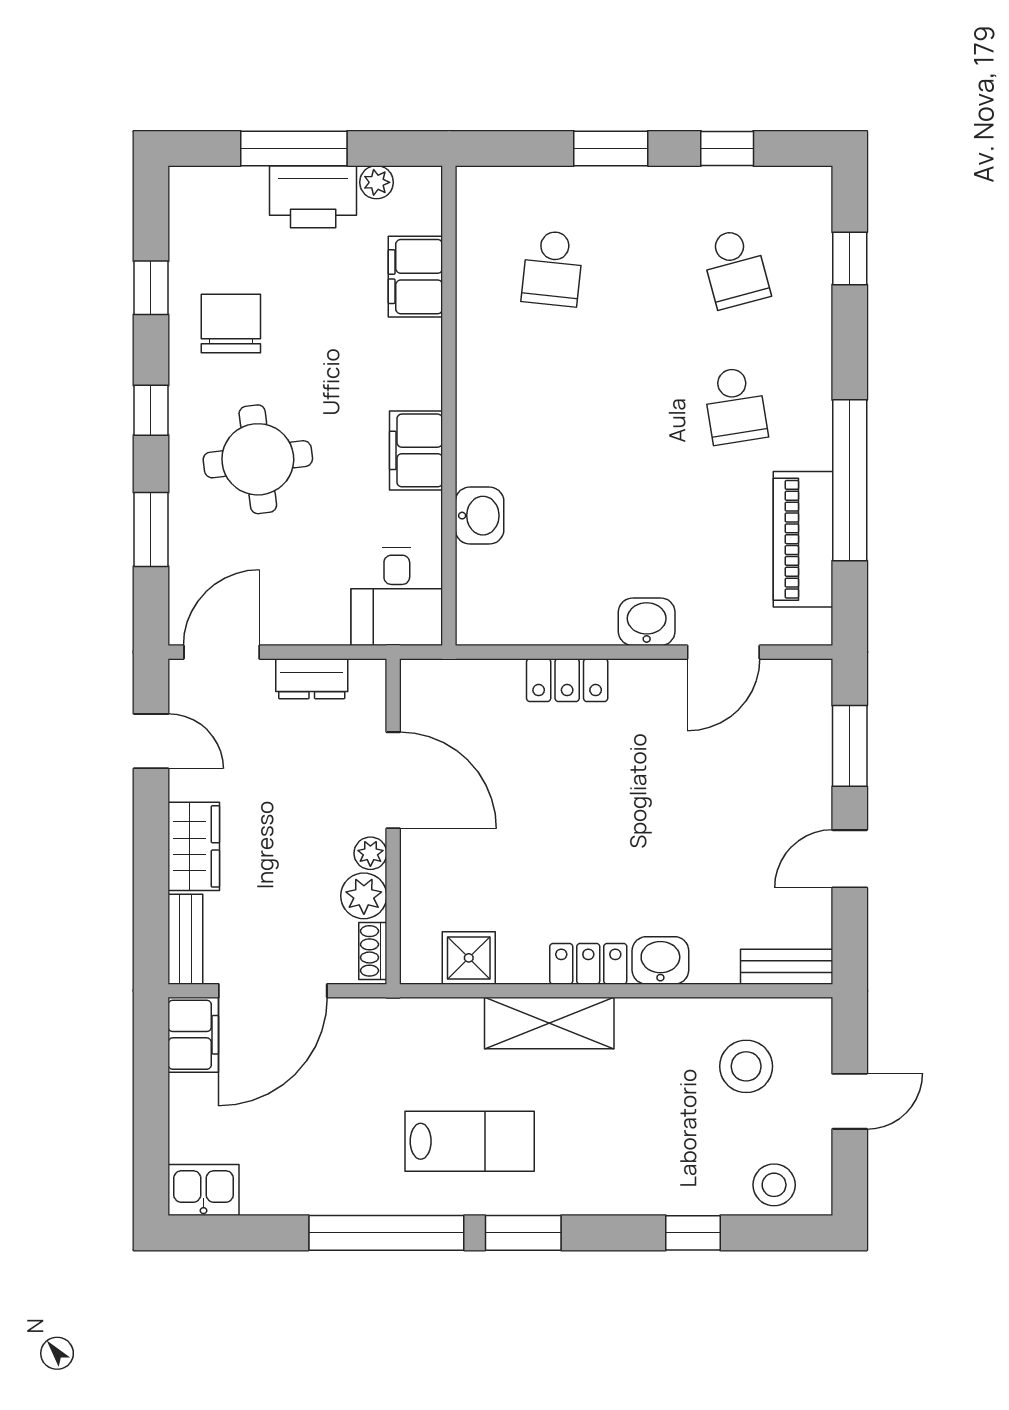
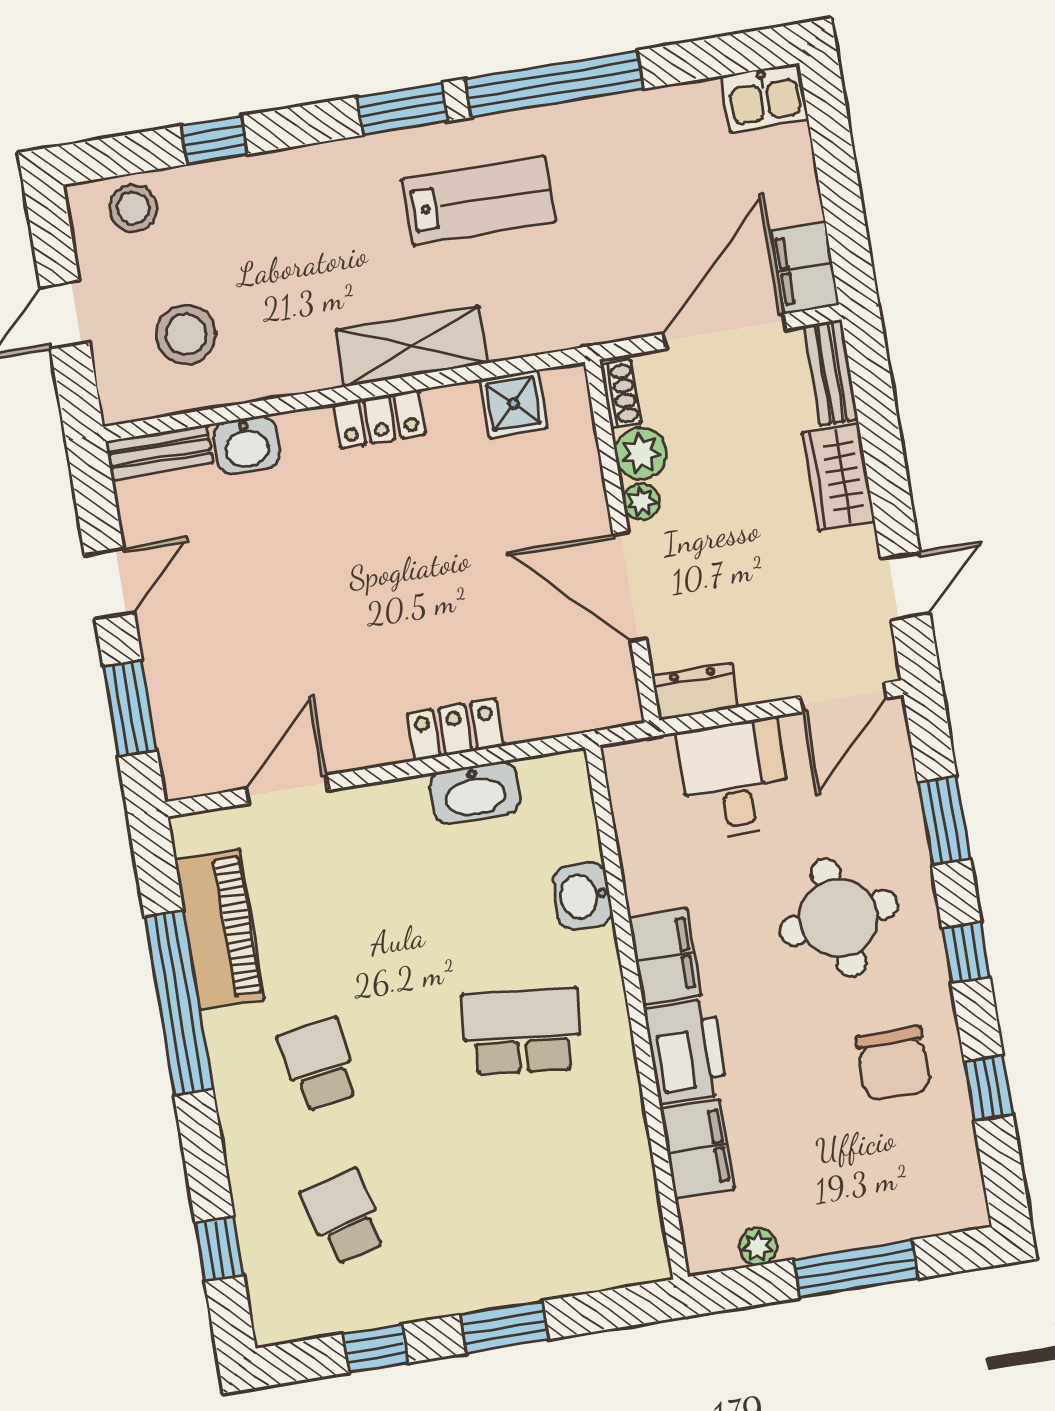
printer: (313, 197) -> (686, 1051), moved, turned 90
school desk: (553, 268) -> (522, 1031), moved, width x1.85
desk: (397, 596) -> (735, 779), moved
washbasin: (647, 622) -> (475, 793), moved, width x1.38
dresser: (312, 679) -> (695, 692), moved
door: (151, 741) -> (905, 586), swing flipped
washbasin: (660, 960) -> (246, 445), moved
lab bench: (470, 1141) -> (479, 201), turned 180

